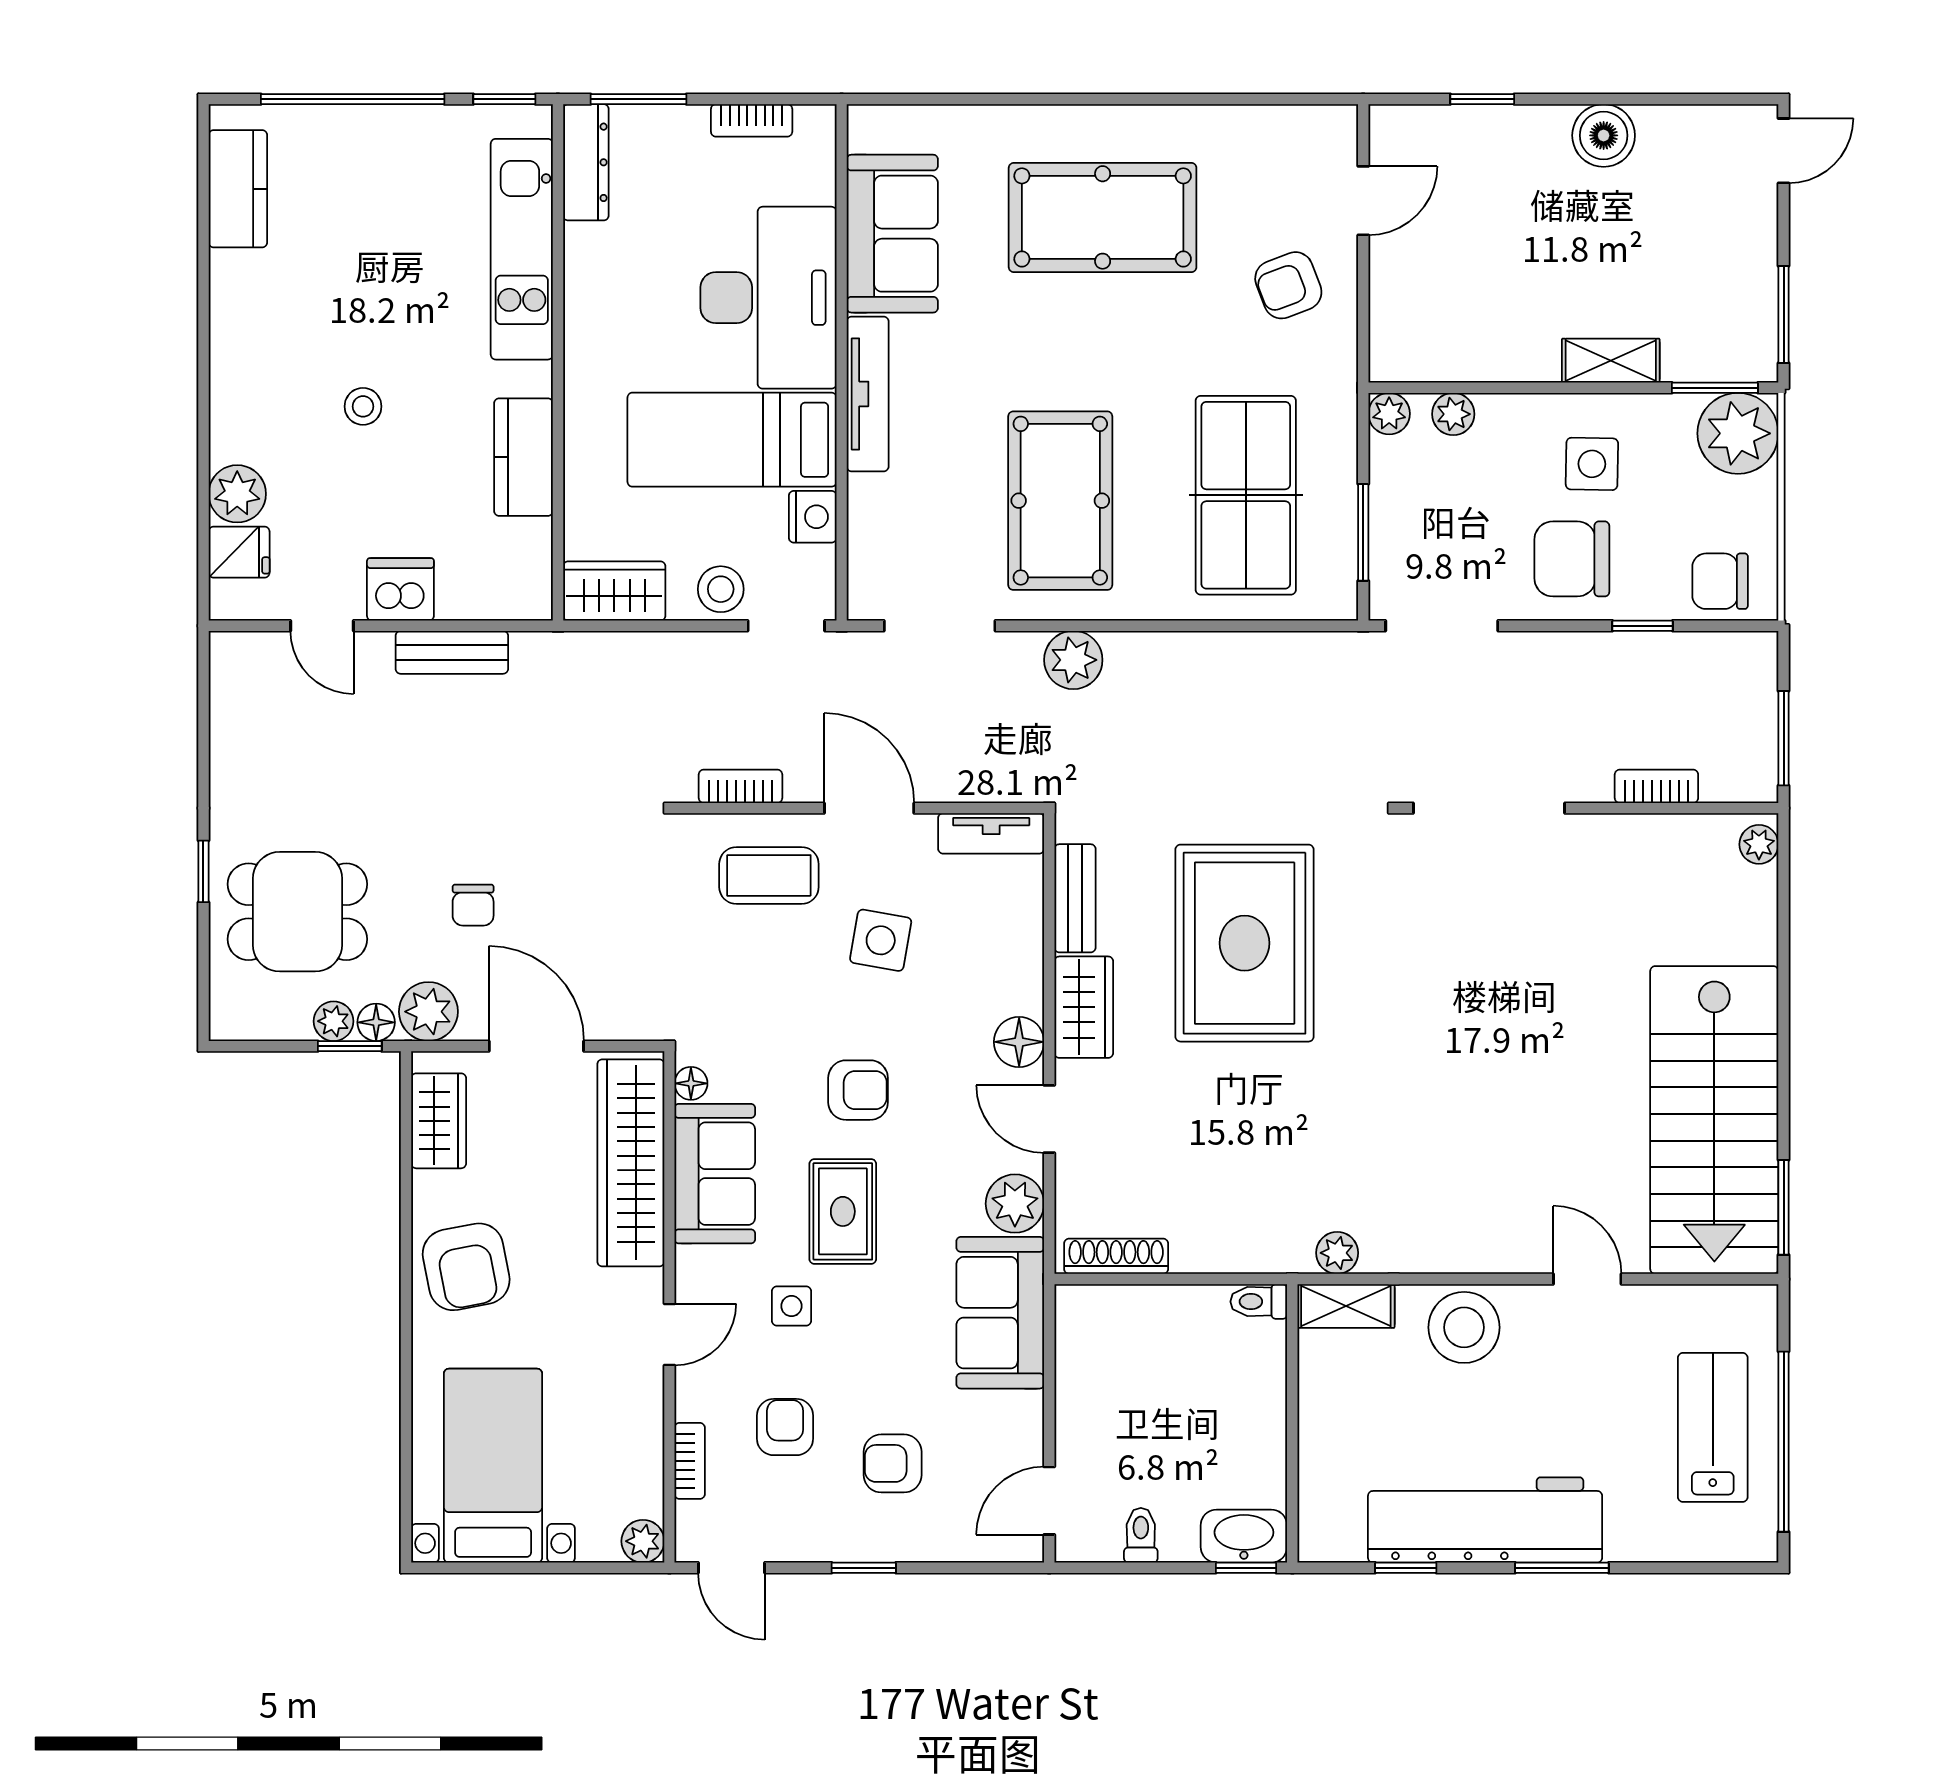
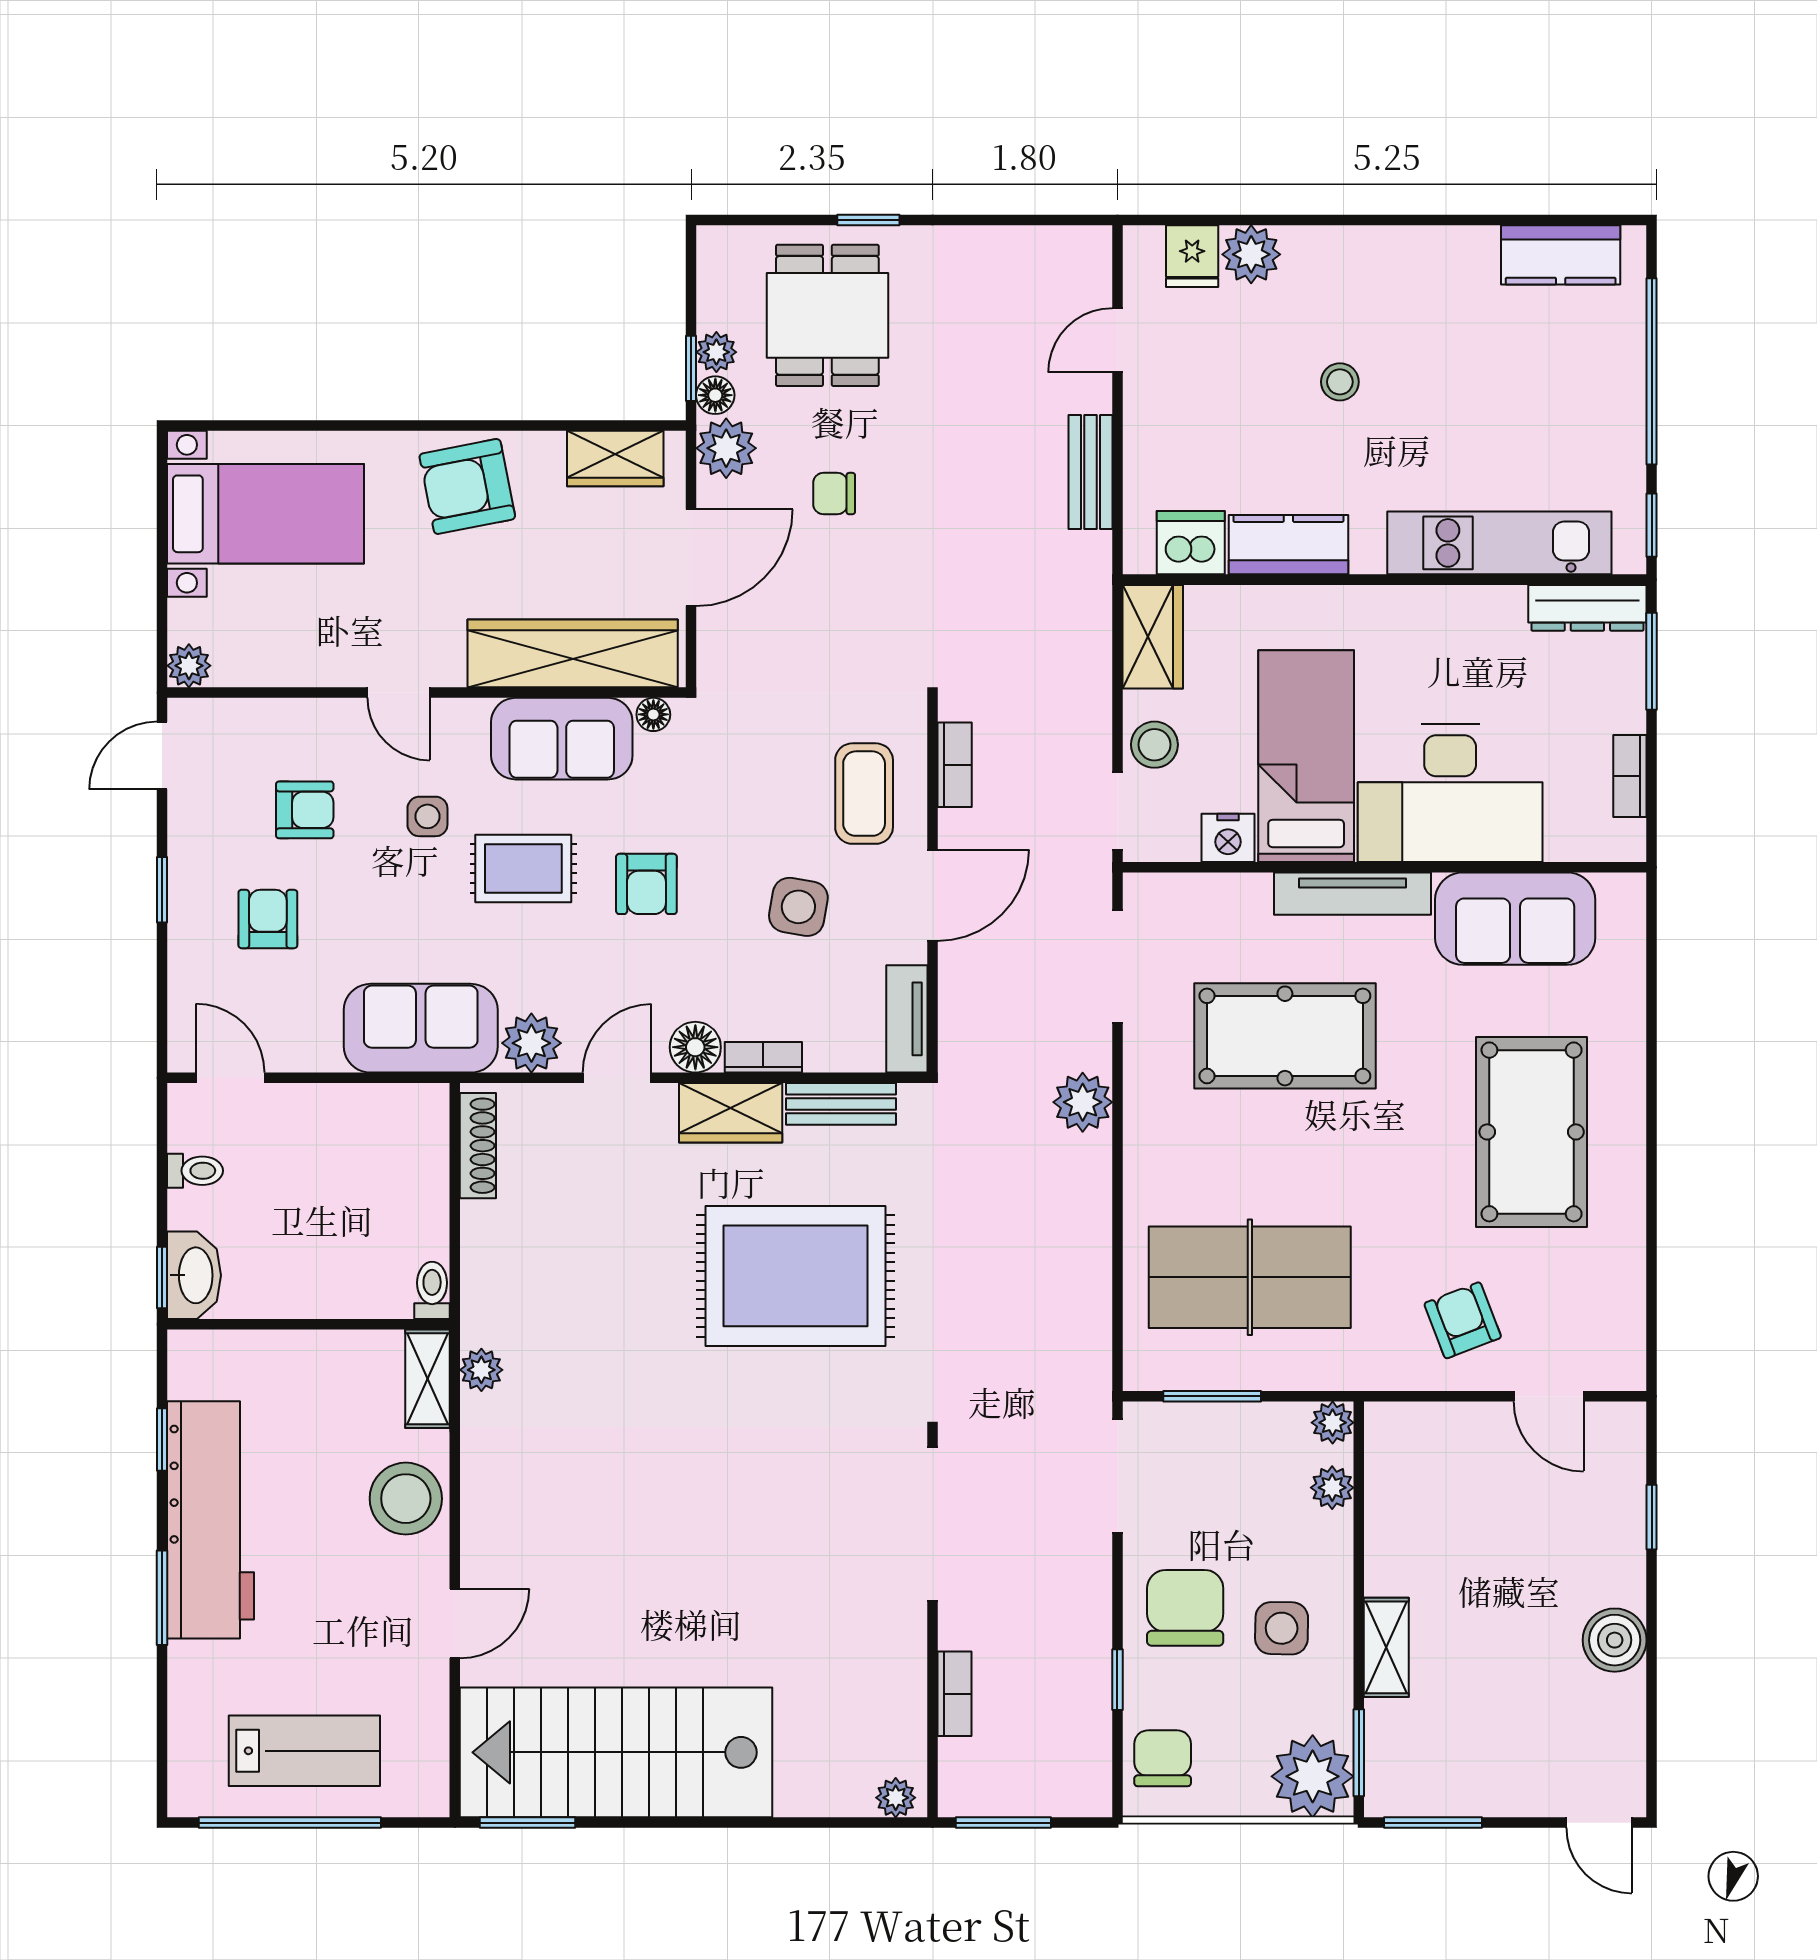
pool table: (1060, 501) -> (1285, 1036), moved
dishwasher: (400, 589) -> (1191, 543), moved, turned -90
bookcase: (690, 1461) -> (763, 1057), moved, turned 180

